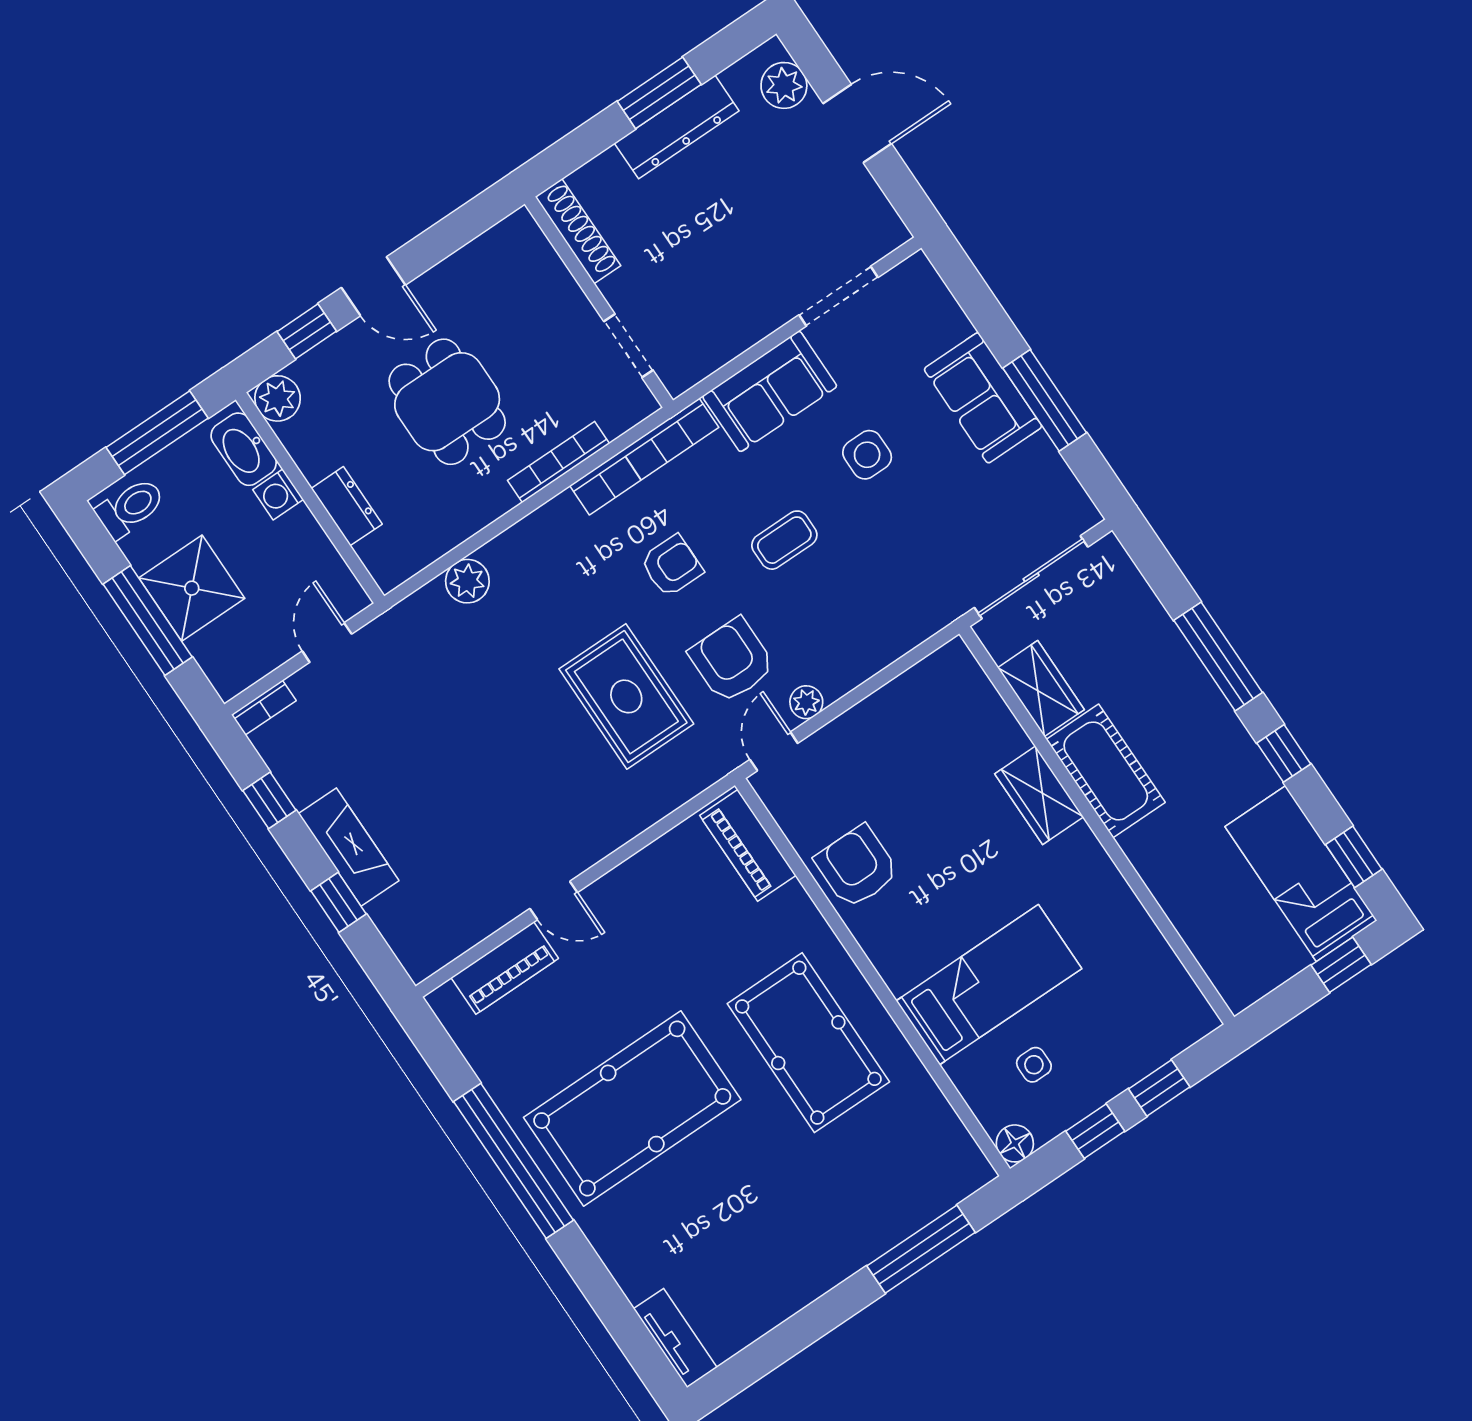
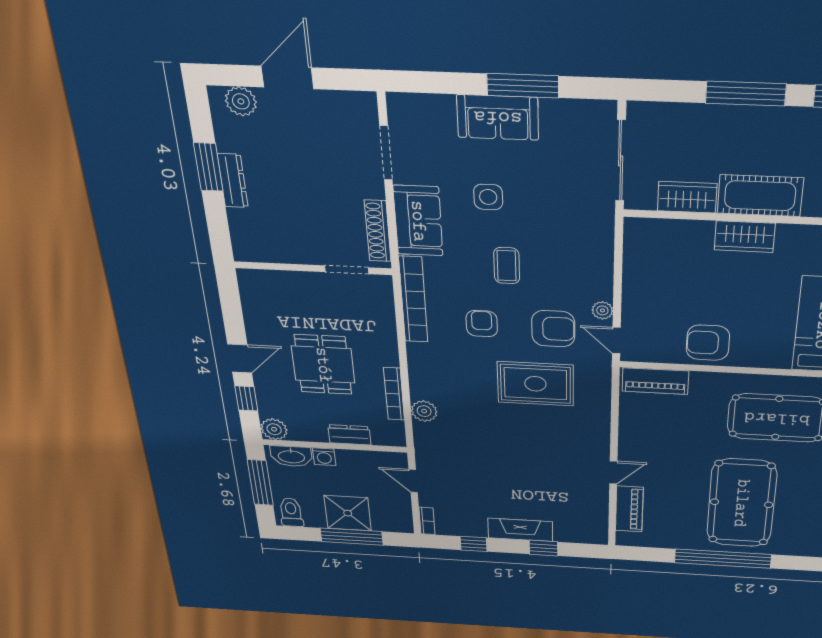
dresser: (677, 127) -> (233, 181), width x0.73, depth x0.80
shoe rack: (578, 231) -> (378, 231), moved, turned -90
dining table: (447, 402) -> (323, 365), turned 90
bookcase: (558, 462) -> (394, 394), moved
armchair: (732, 660) -> (553, 329), turned 180

